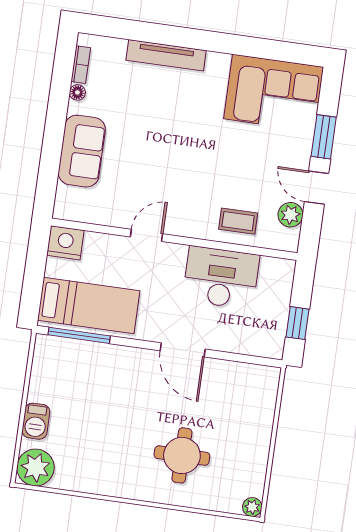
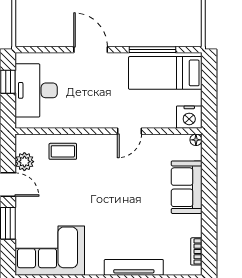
floor lamp: (77, 92) -> (196, 140), moved
desk: (221, 278) -> (36, 90), moved, turned 90
window: (79, 335) -> (152, 50), moved

